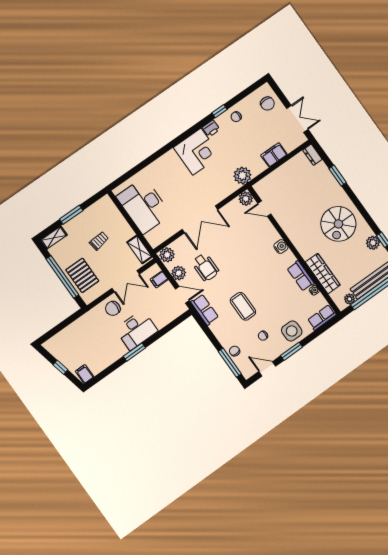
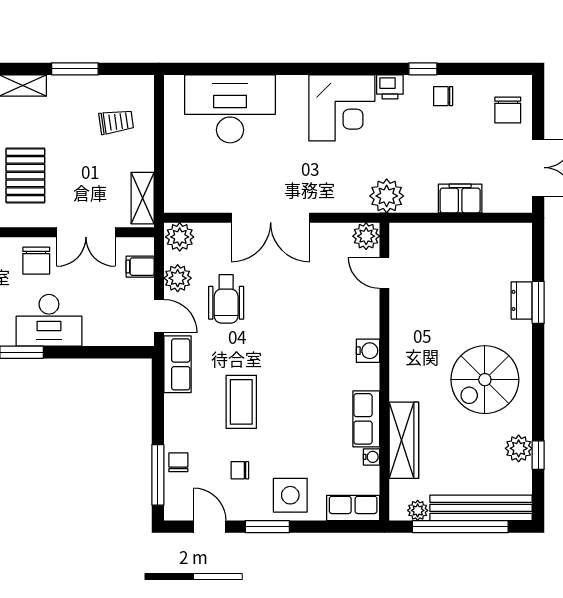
dresser: (312, 155) -> (522, 300), moved
desk: (144, 206) -> (230, 109), moved, turned 90
trolley: (99, 241) -> (116, 122), moved
chair: (113, 308) -> (36, 261), turned -90

